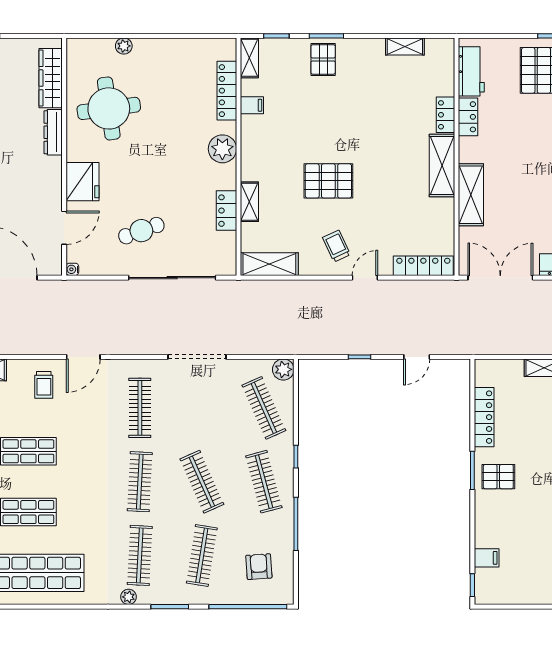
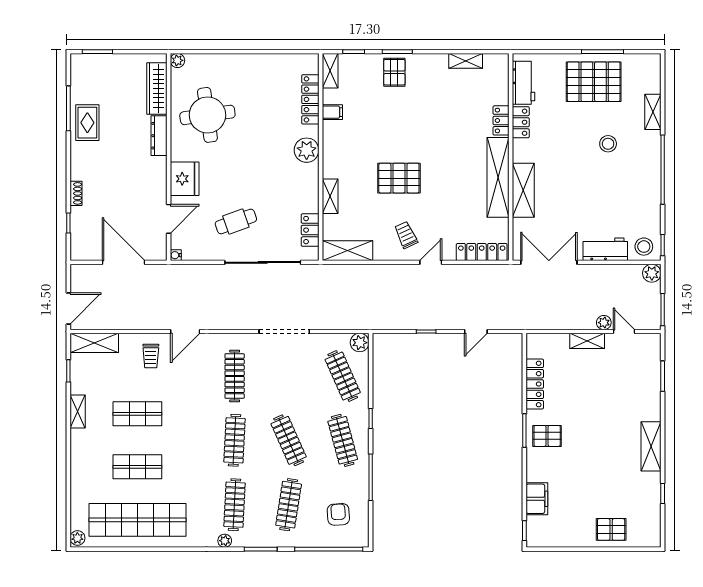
plant: (124, 46) -> (177, 60), moved
shelving: (442, 166) -> (498, 177), width x1.47
locker: (226, 211) -> (310, 230), moved
filing cabinet: (487, 558) -> (537, 499), width x2.00

